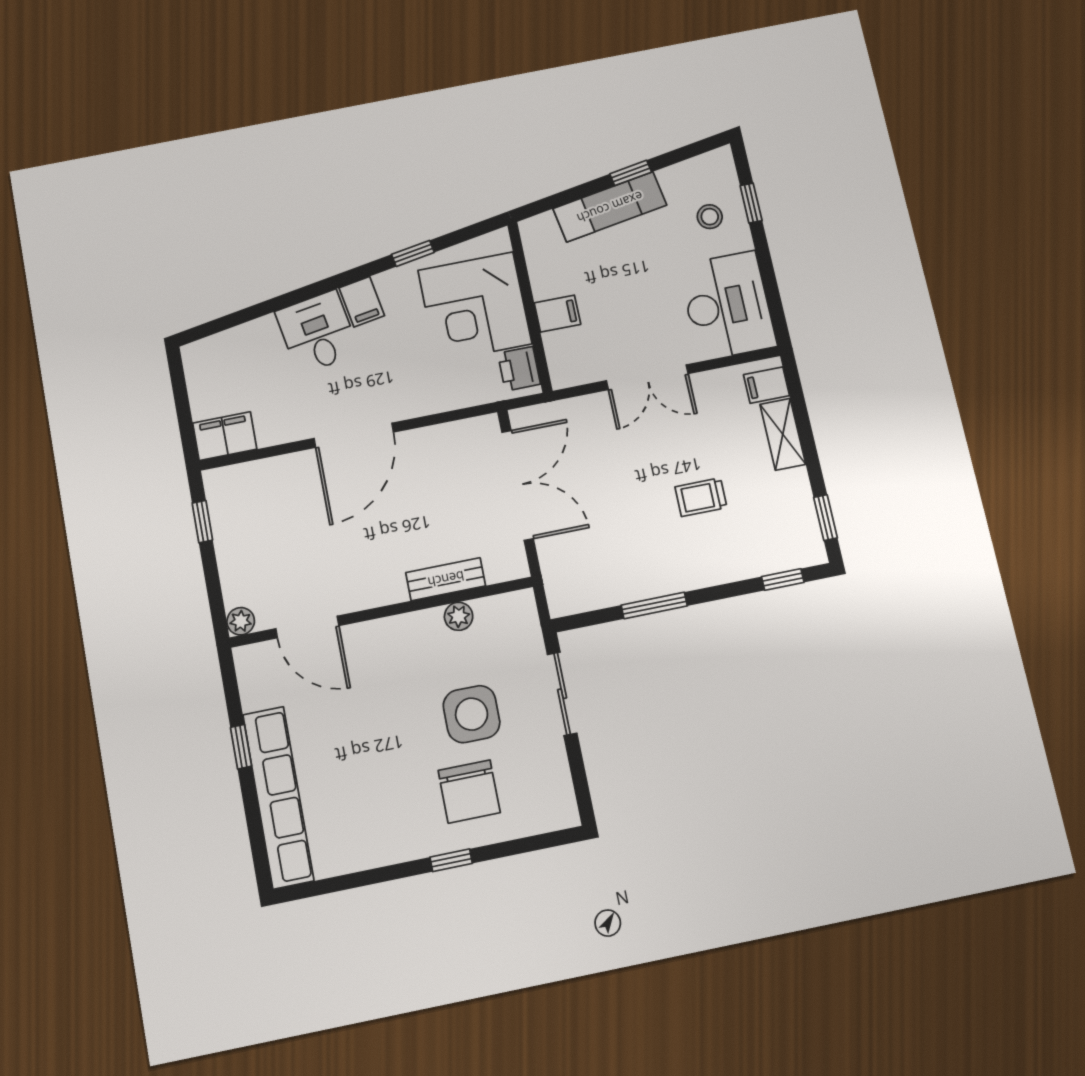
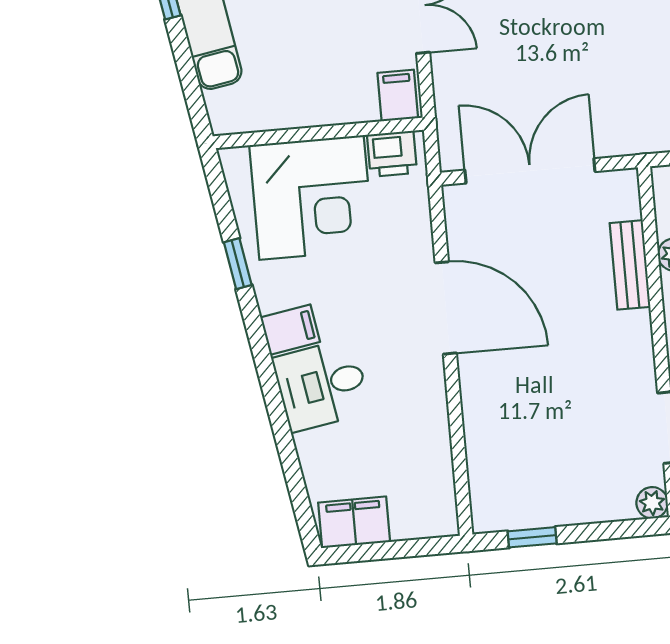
filing cabinet: (557, 314) -> (398, 95), moved
door: (354, 435) -> (446, 308), moved
filing cabinet: (225, 436) -> (354, 522), moved, turned 90

